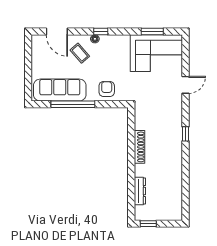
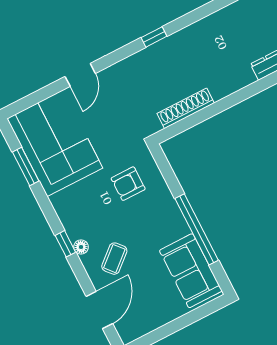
door: (186, 85) -> (80, 75), swing flipped
armchair: (107, 89) -> (128, 184), moved
sofa: (60, 90) -> (191, 271), width x0.73
shoe rack: (140, 147) -> (186, 108), moved

